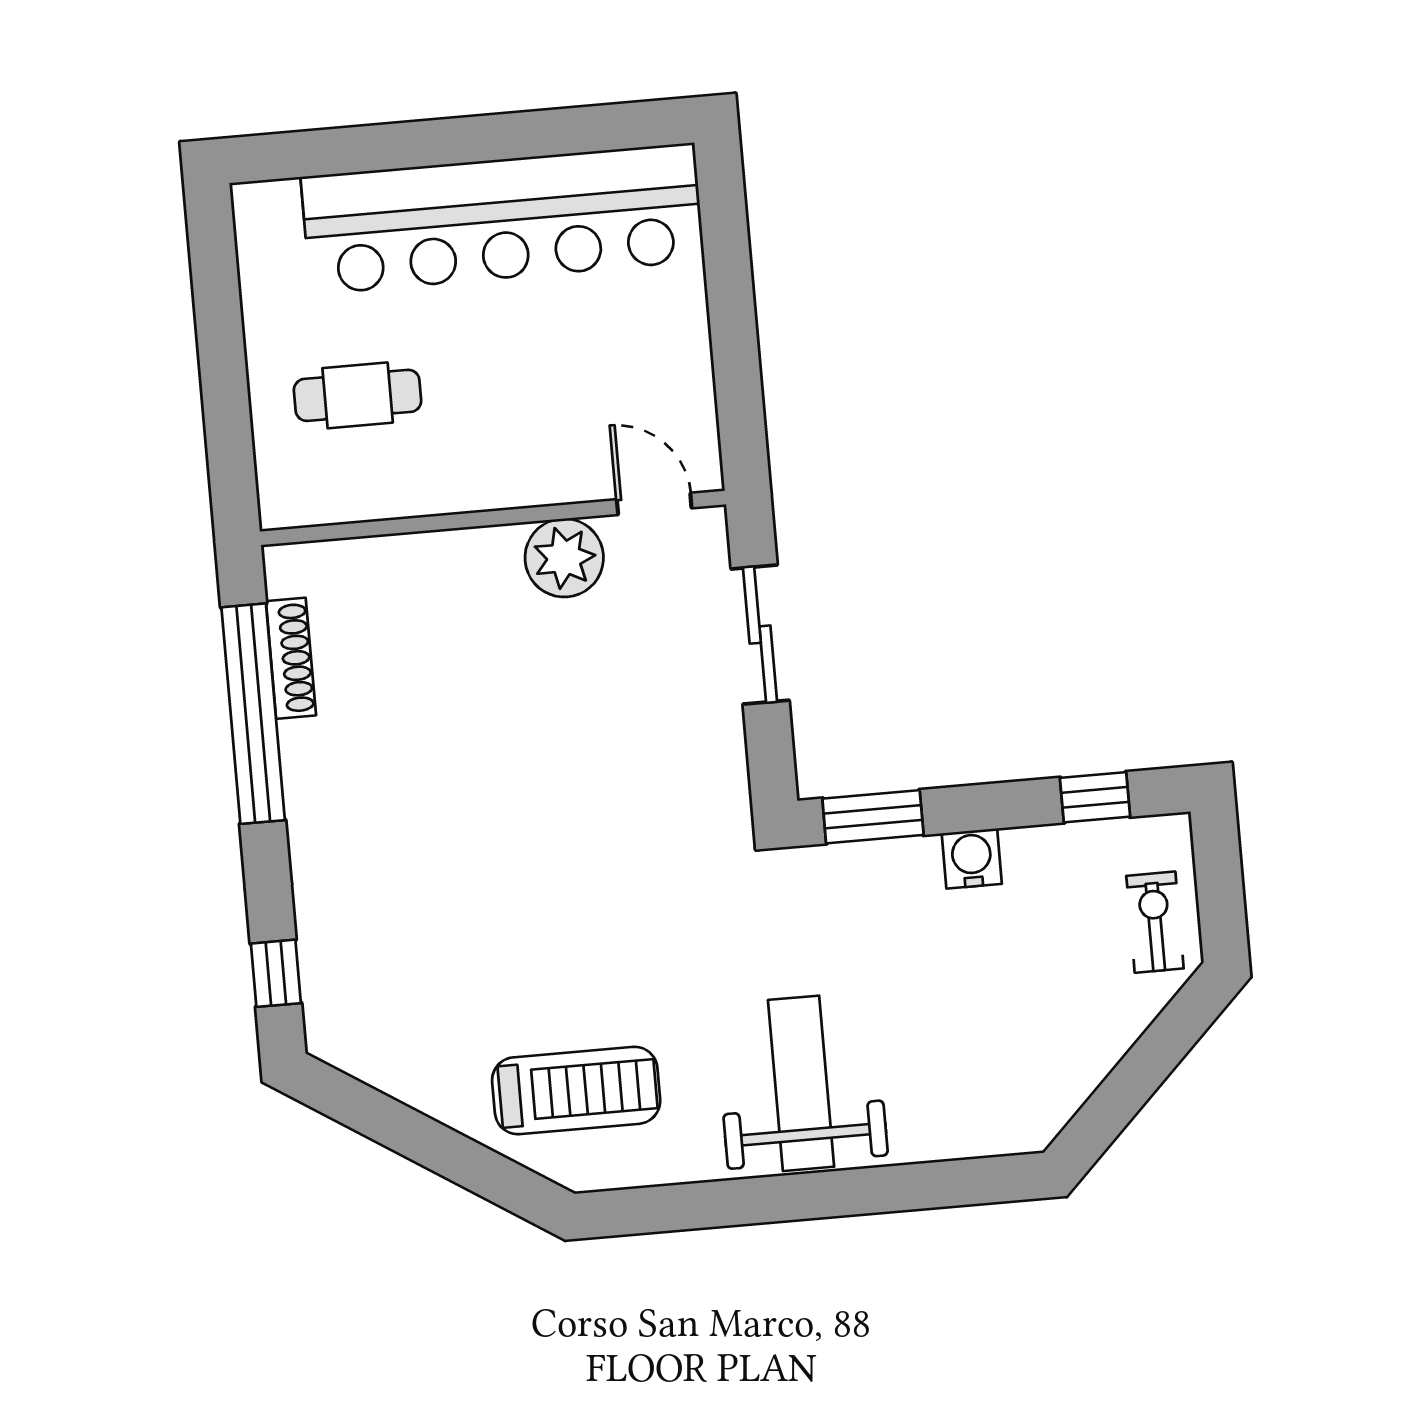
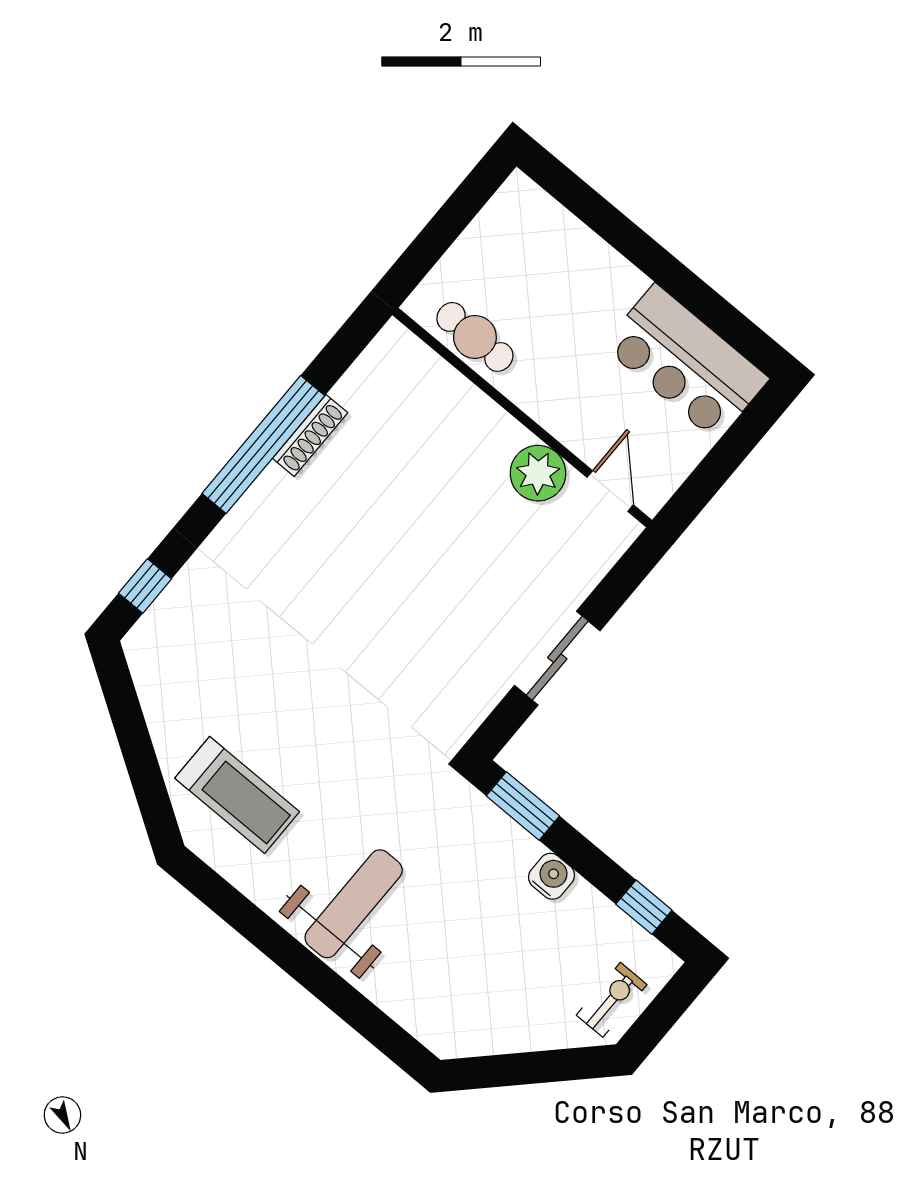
bar counter: (503, 219) -> (686, 362), width x0.54
door: (654, 504) -> (610, 491), moved
wall: (493, 518) -> (522, 418), moved
plant: (564, 558) -> (538, 473), moved

